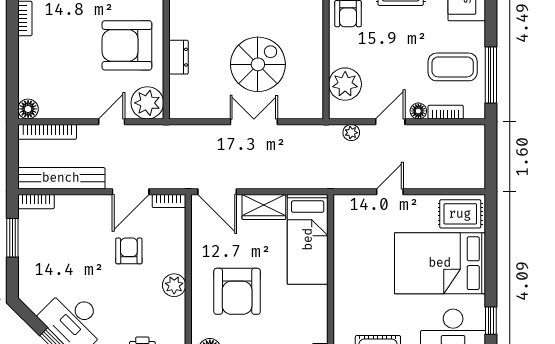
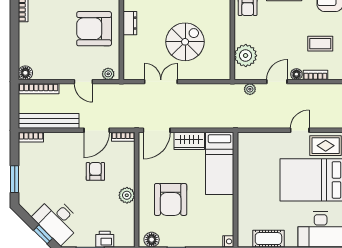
dresser: (179, 57) -> (130, 23), moved
coffee table: (453, 67) -> (320, 44), width x0.73, depth x0.77
plant: (147, 103) -> (108, 74), width x0.53, depth x0.53
door: (112, 122) -> (83, 82), swing flipped
double door: (254, 122) -> (161, 82), moved
door: (217, 192) -> (157, 130), hinge flipped
door: (390, 192) -> (300, 130), moved
window: (12, 238) -> (15, 179), moved

